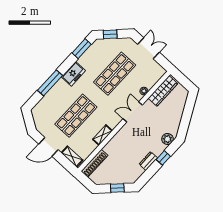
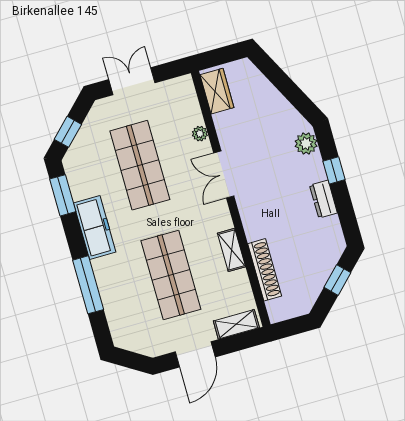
freezer: (73, 74) -> (95, 228), width x1.40
wardrobe: (163, 91) -> (217, 91), width x0.67
shoe rack: (94, 163) -> (265, 270), moved

